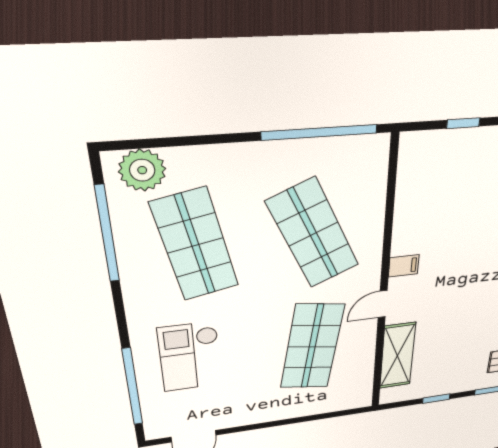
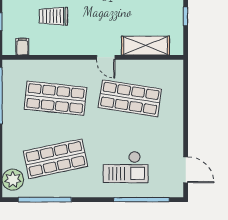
trolley: (461, 216) -> (53, 16), added
shop shelf: (313, 234) -> (55, 98), turned 30
filing cabinet: (404, 266) -> (22, 47), moved

